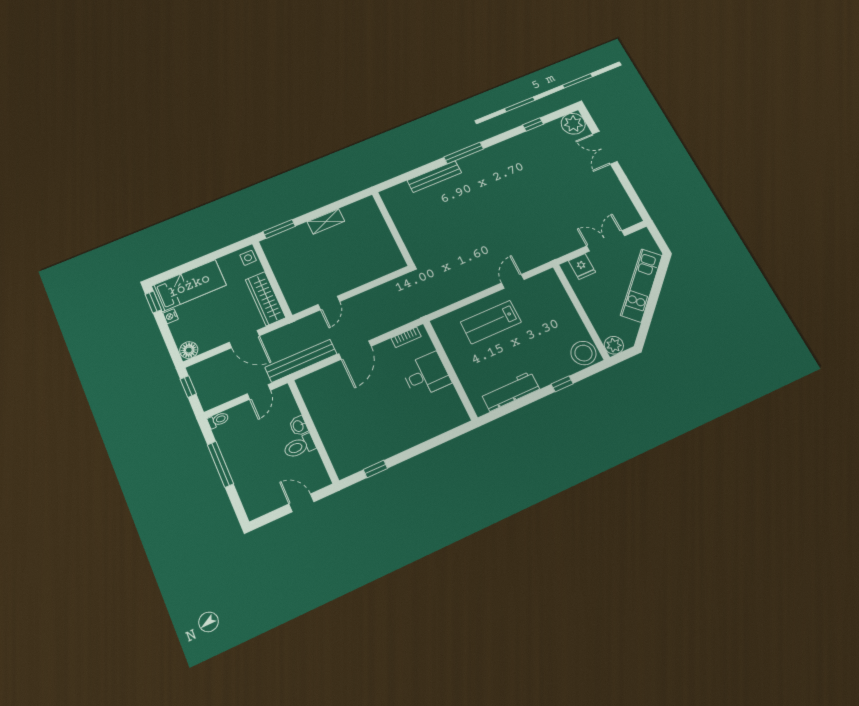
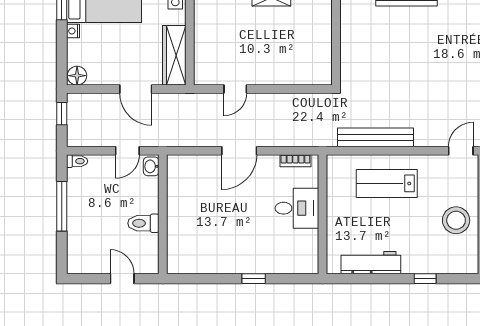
door: (513, 281) -> (461, 151), moved
stool: (583, 353) -> (456, 220), moved
bench: (301, 361) -> (376, 137), moved
washbasin: (299, 426) -> (151, 166), moved
window: (375, 469) -> (254, 279), moved

